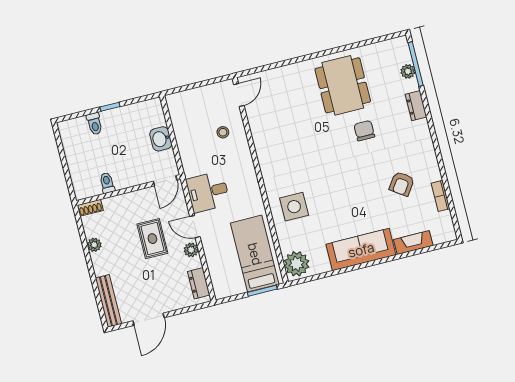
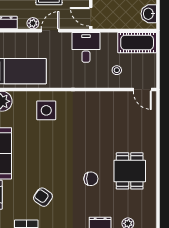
dining table: (343, 85) -> (130, 171), width x0.73
cot: (183, 116) -> (137, 43), added
washbasin: (161, 139) -> (149, 14), moved, turned -90
desk: (208, 192) -> (86, 47), moved

